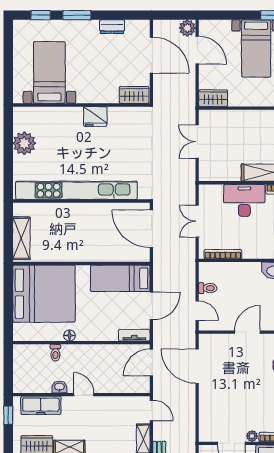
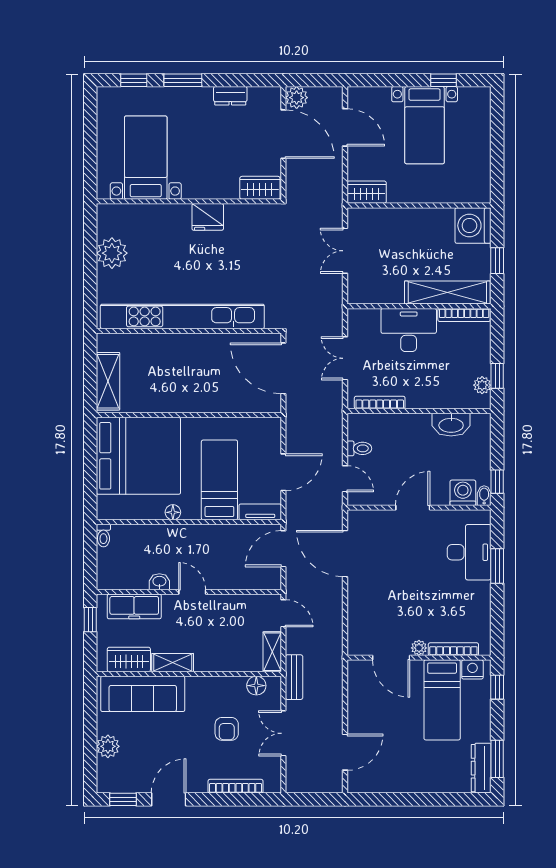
plant: (187, 28) -> (297, 98), moved
bed: (120, 278) -> (219, 480), moved, turned 90
toilet: (55, 353) -> (103, 535), moved

